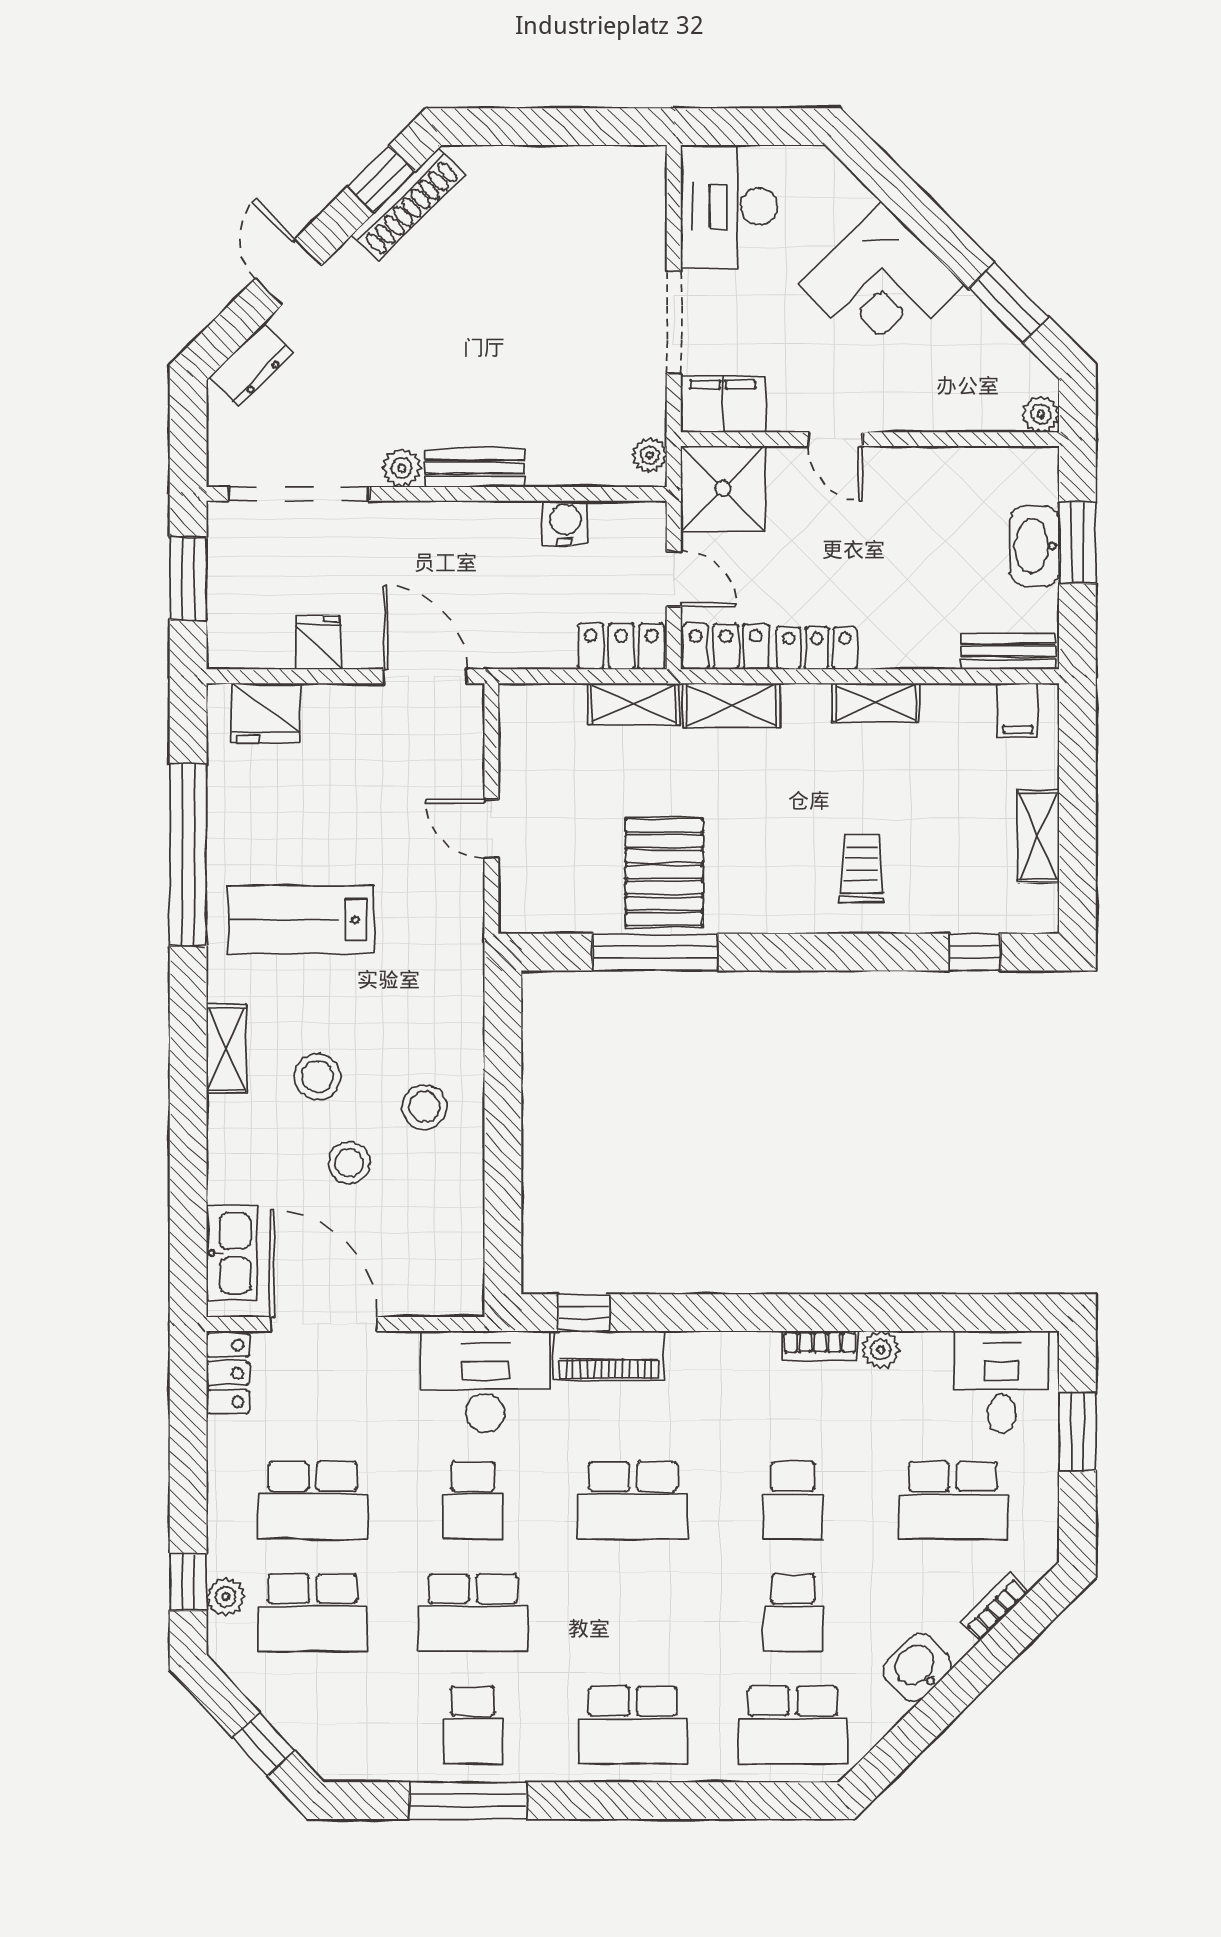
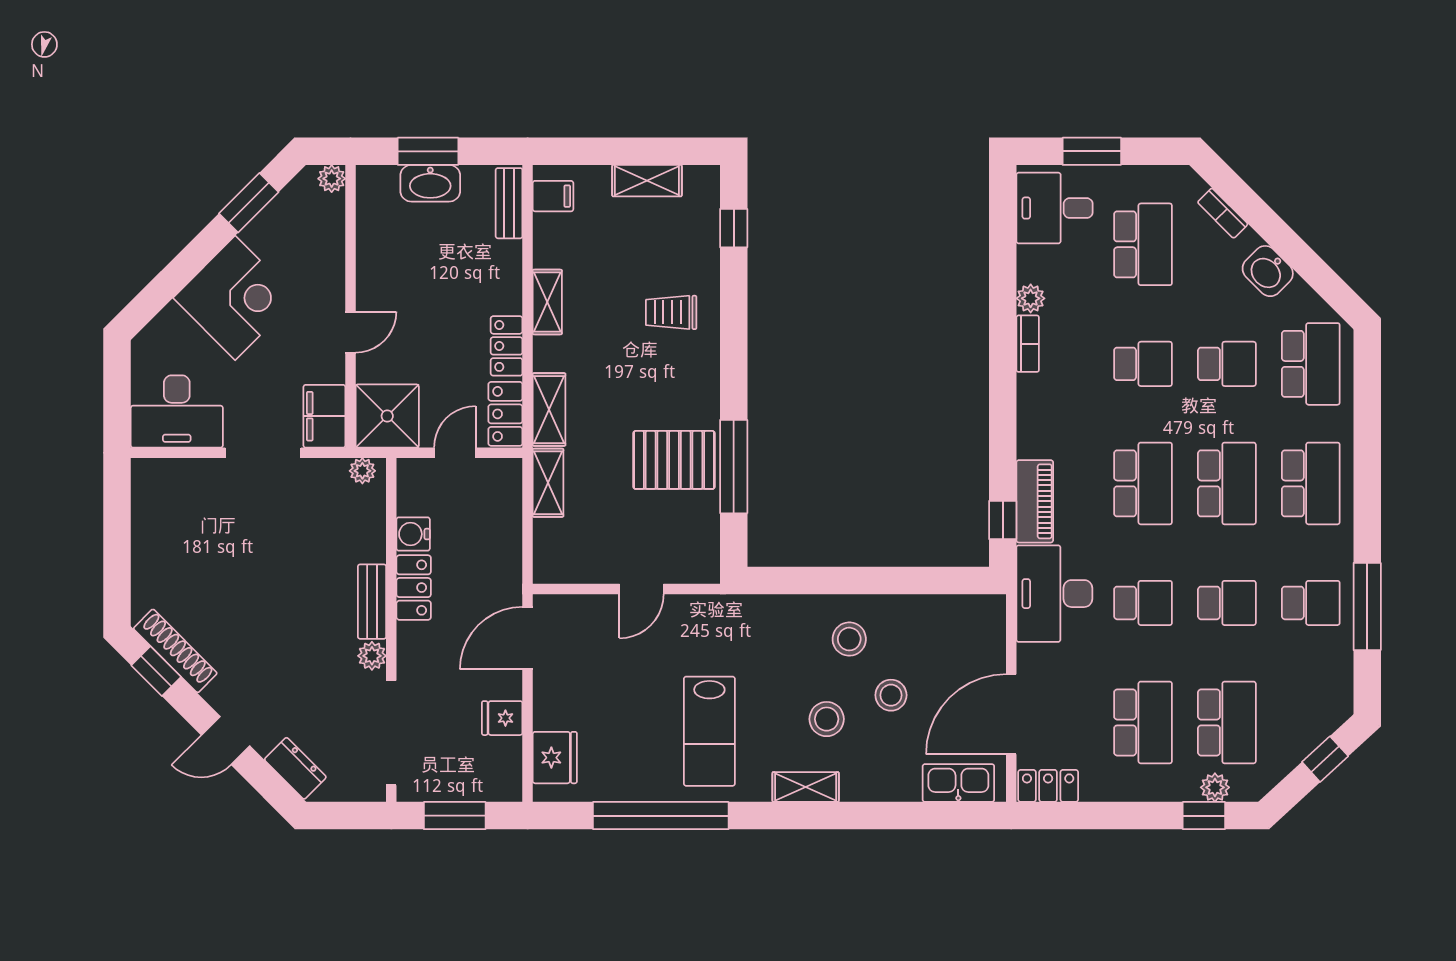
locker: (621, 646) -> (414, 588), moved, turned 180
school desk: (473, 1613) -> (1227, 603), width x0.54
school desk: (633, 1613) -> (1227, 483), added

